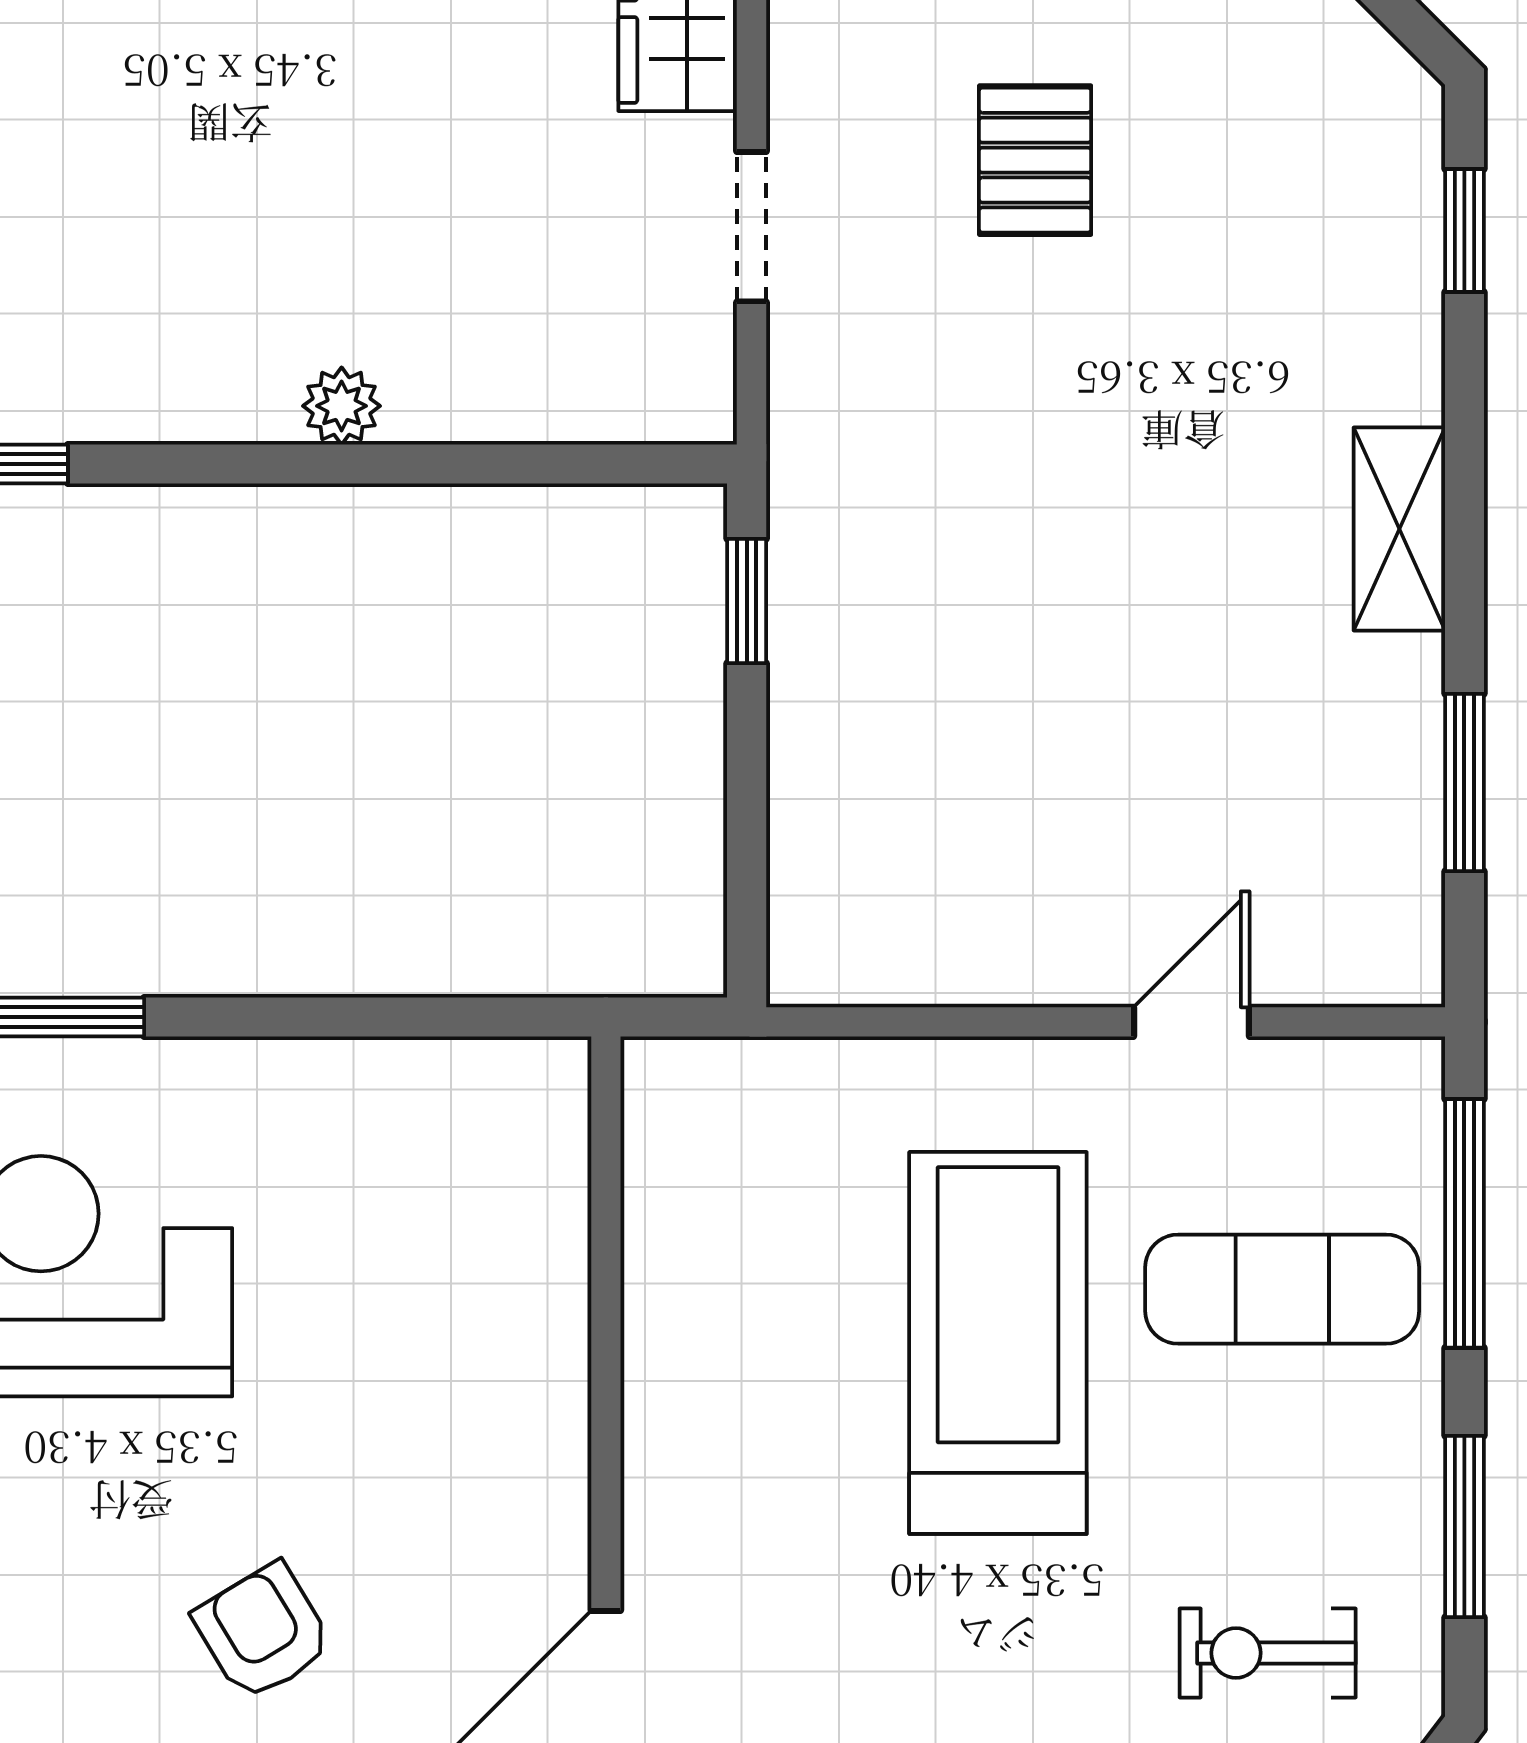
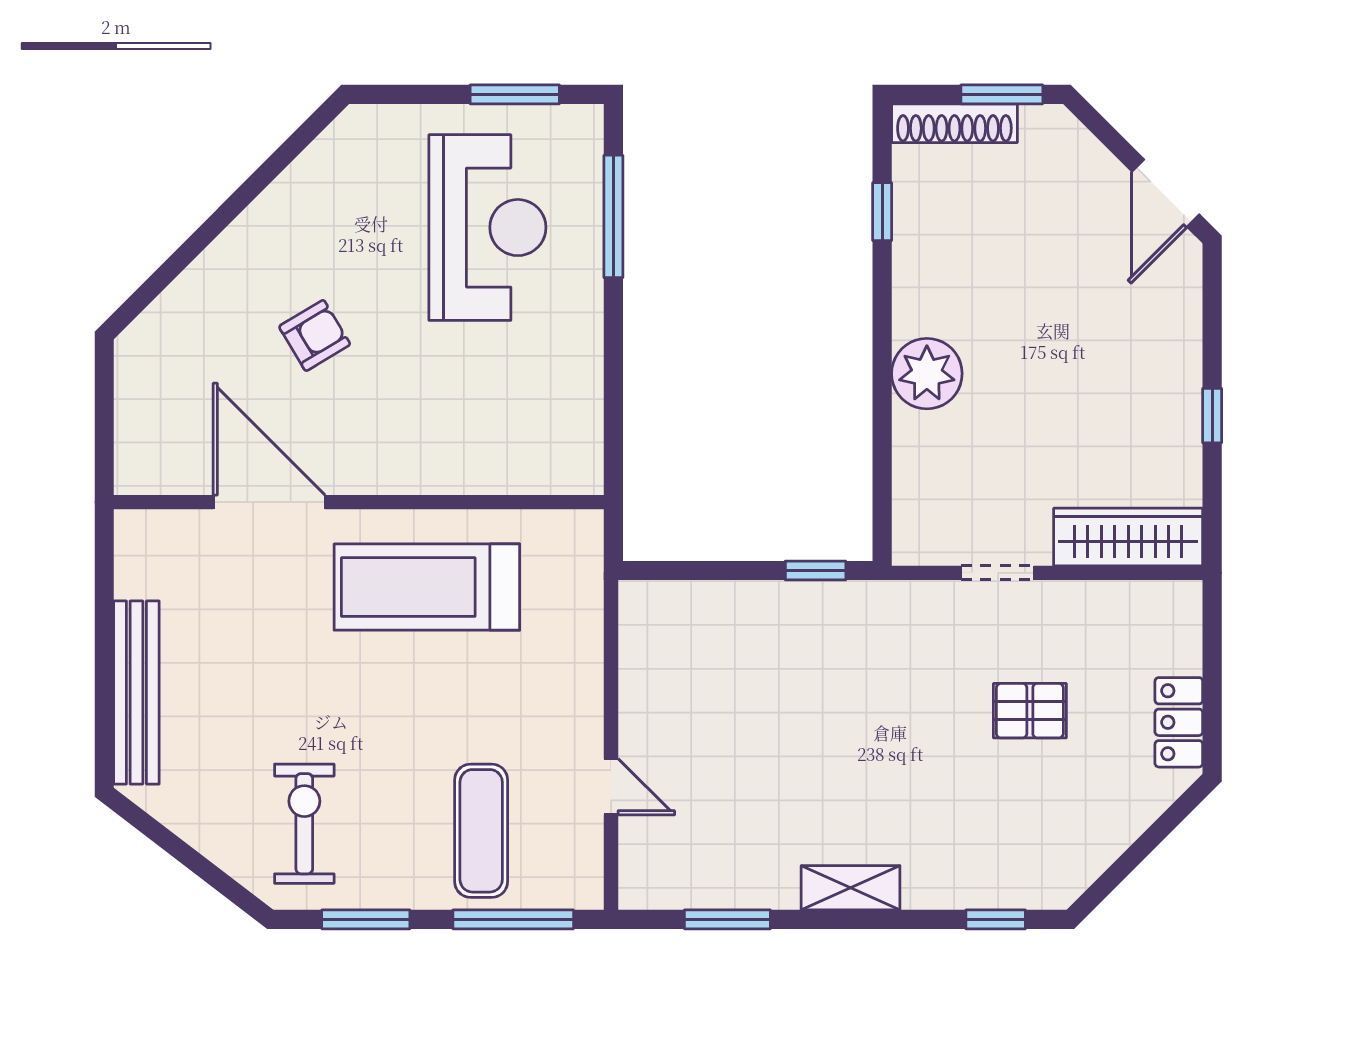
plant: (342, 406) -> (927, 374), width x1.88, depth x1.88
treadmill: (998, 1343) -> (427, 587), moved, turned 180
exercise bike: (1268, 1653) -> (304, 824), width x1.38, depth x1.39

